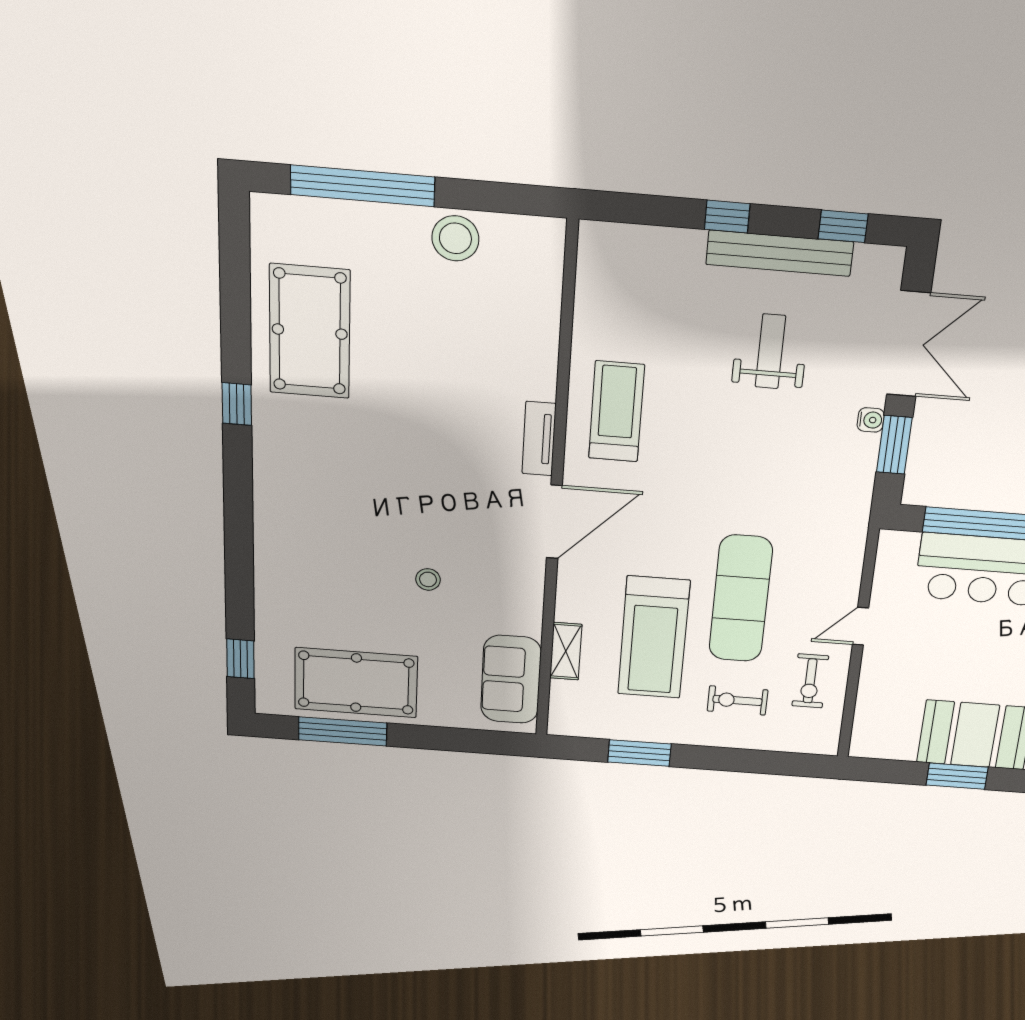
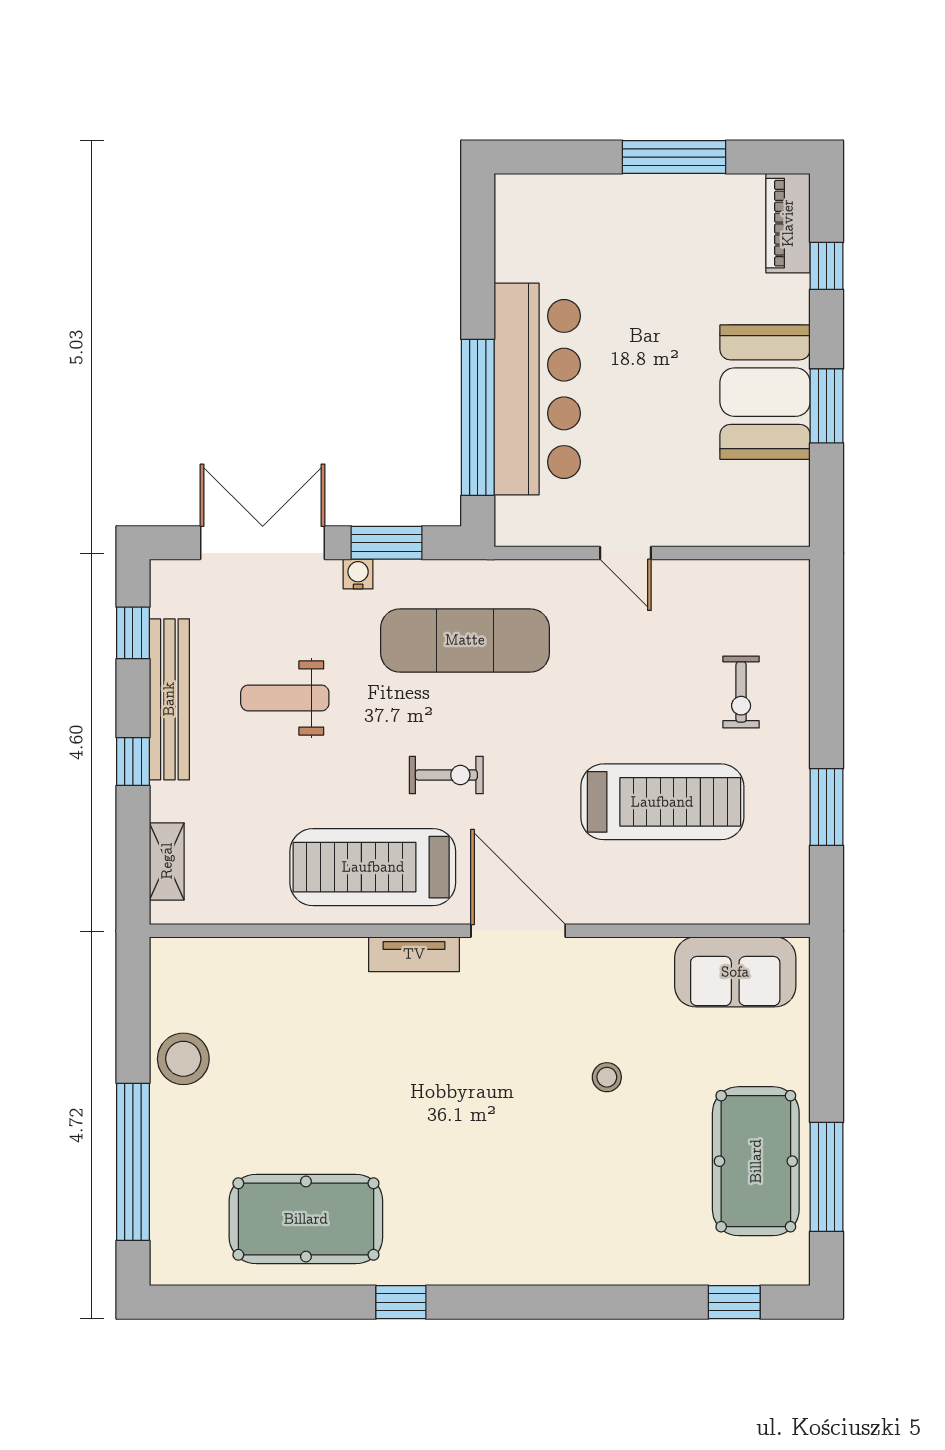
treadmill: (616, 412) -> (373, 867), width x1.37, depth x1.38
exercise mat: (741, 599) -> (465, 640), moved
shelving: (566, 651) -> (167, 861), moved, turned 90
exercise bike: (810, 681) -> (446, 775), moved

